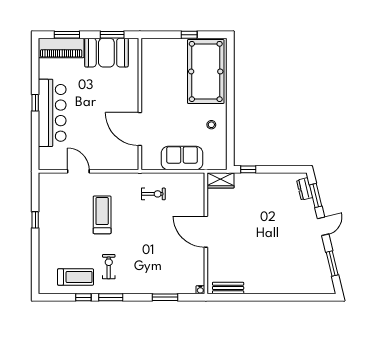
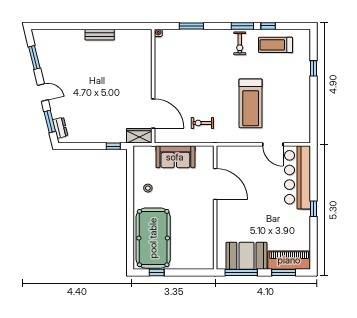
window: (112, 35) -> (241, 273), width x1.44
window: (189, 35) -> (157, 273), moved
bar counter: (52, 113) -> (298, 177), moved
treadmill: (102, 215) -> (251, 103), width x1.37, depth x1.38
window: (35, 220) -> (314, 68), moved
door: (323, 226) -> (43, 93), swing flipped
door: (206, 232) -> (153, 113), moved
exercise bike: (109, 267) -> (240, 43), moved
bench: (228, 288) -> (100, 35), moved

